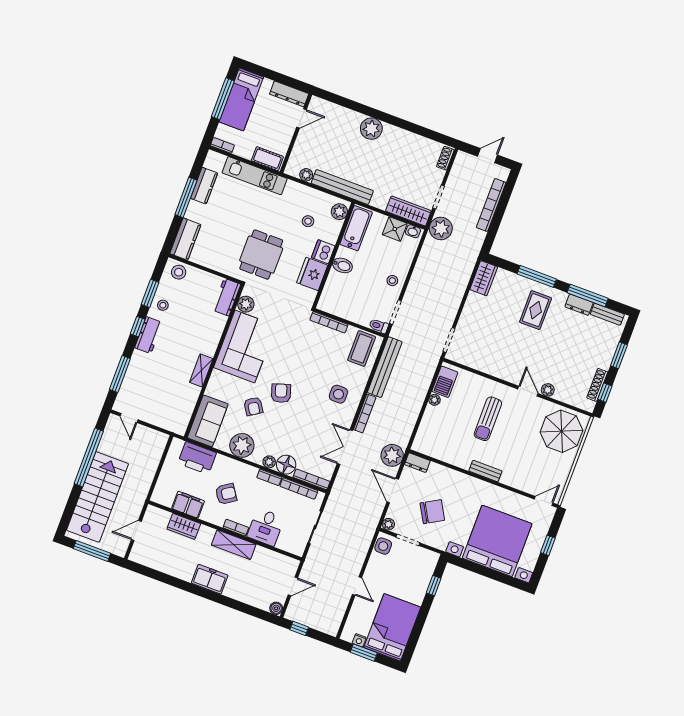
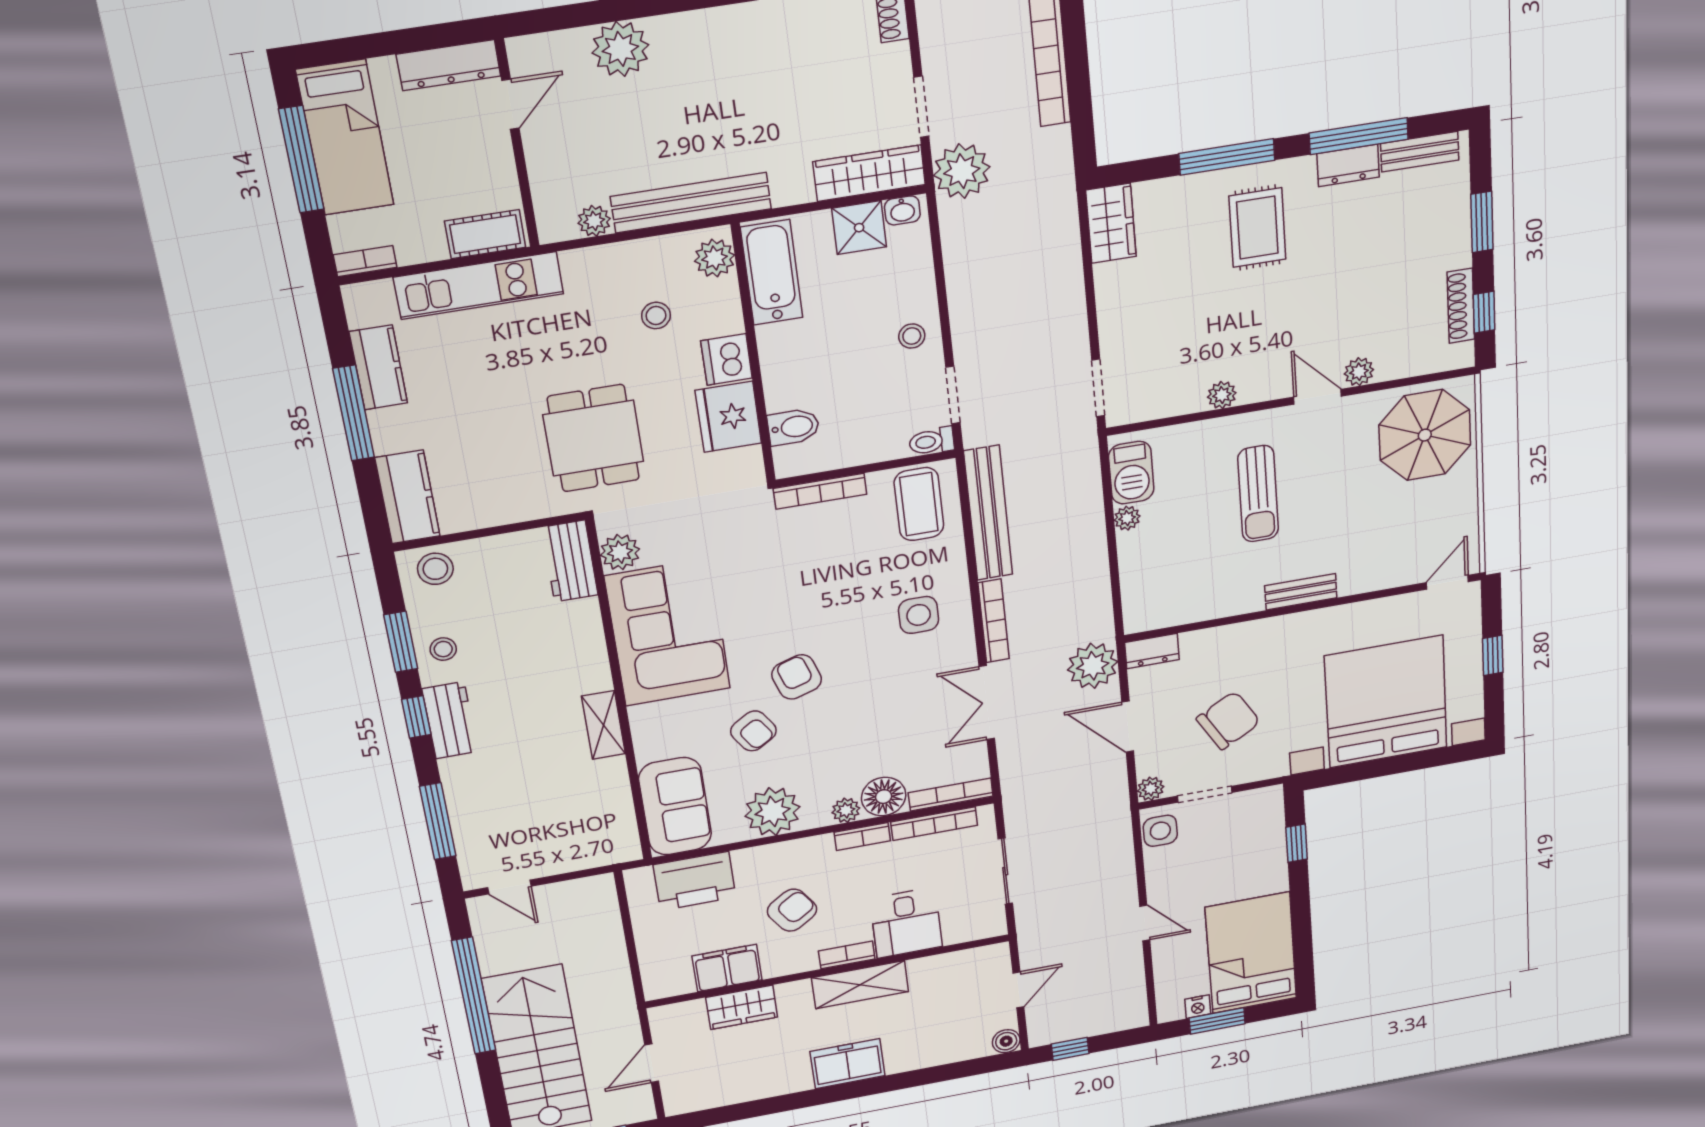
plant: (371, 129) -> (620, 49), moved
bidet: (342, 265) -> (793, 427), moved
plant: (493, 370) -> (1222, 395), added

